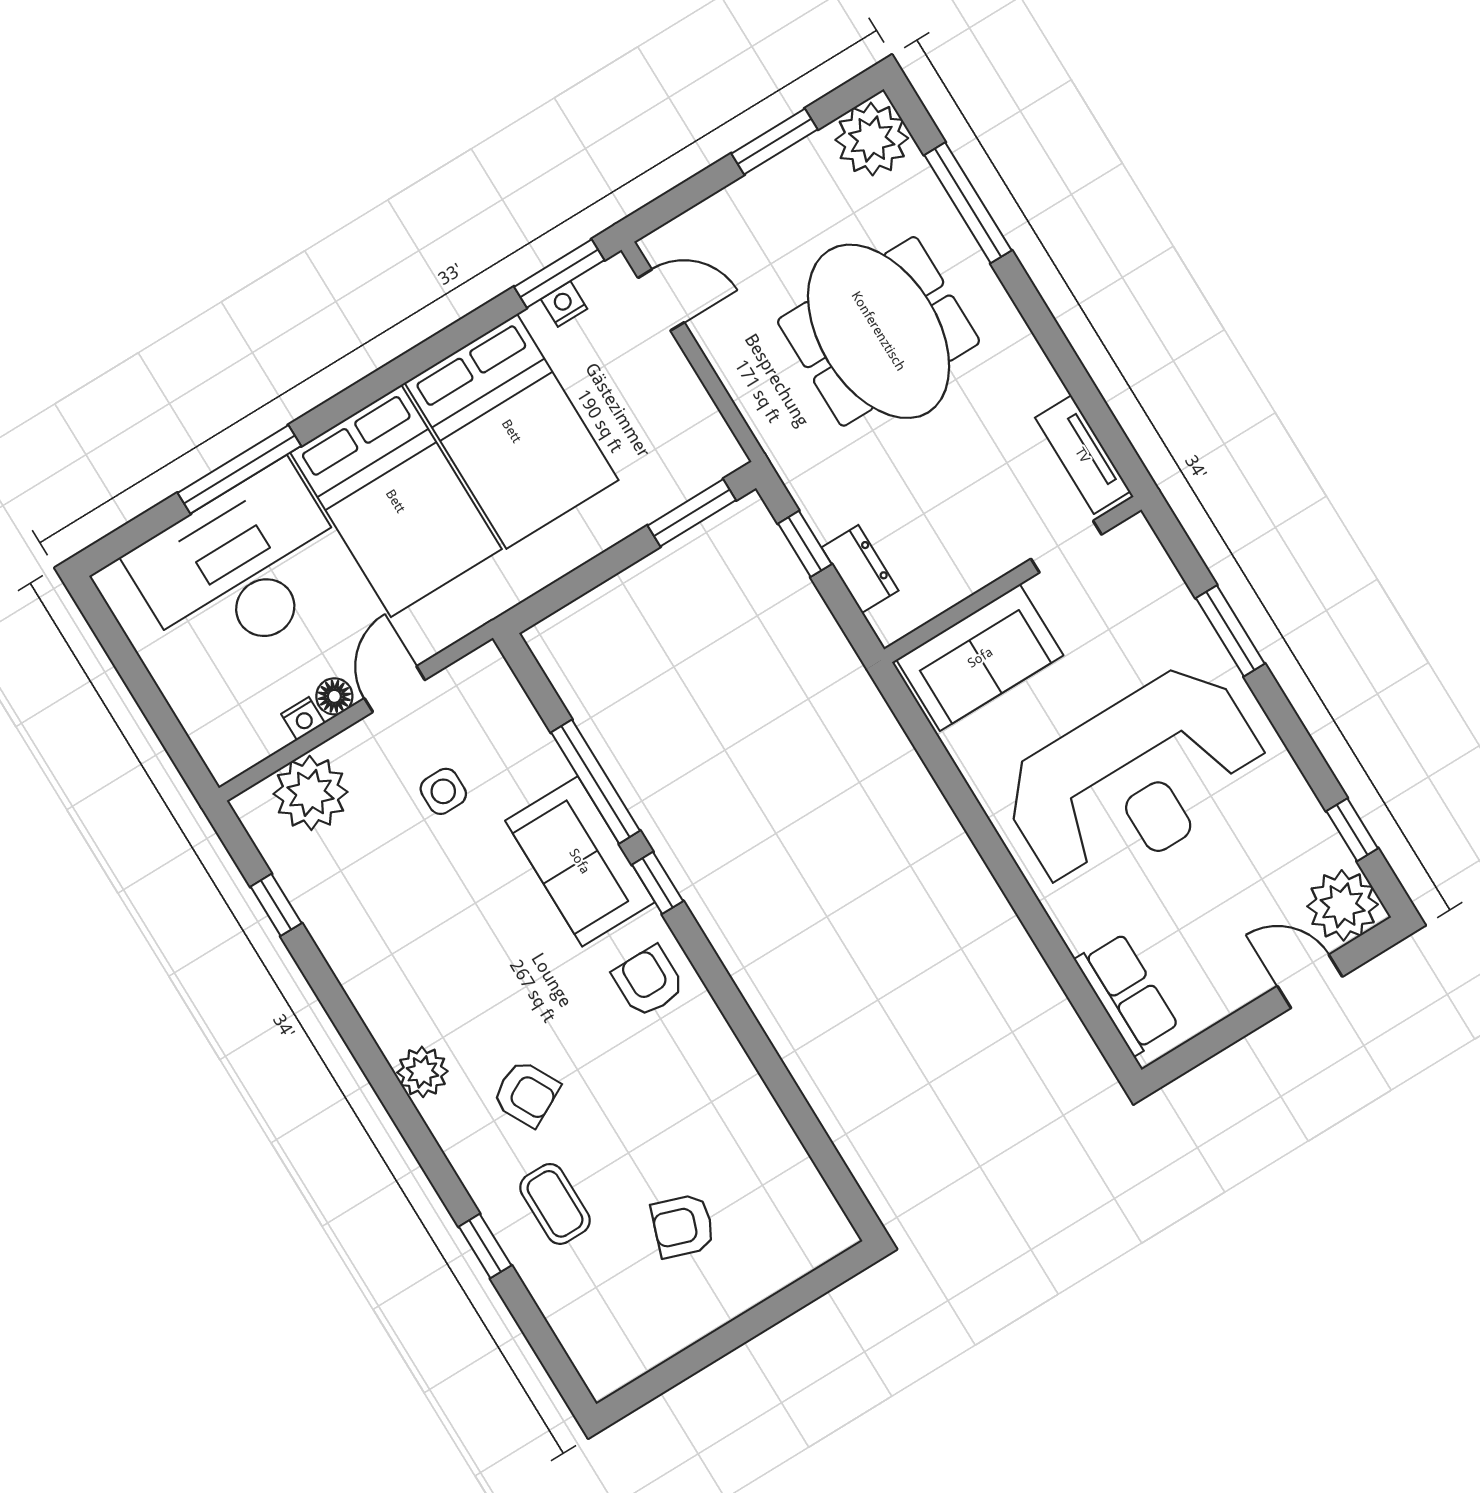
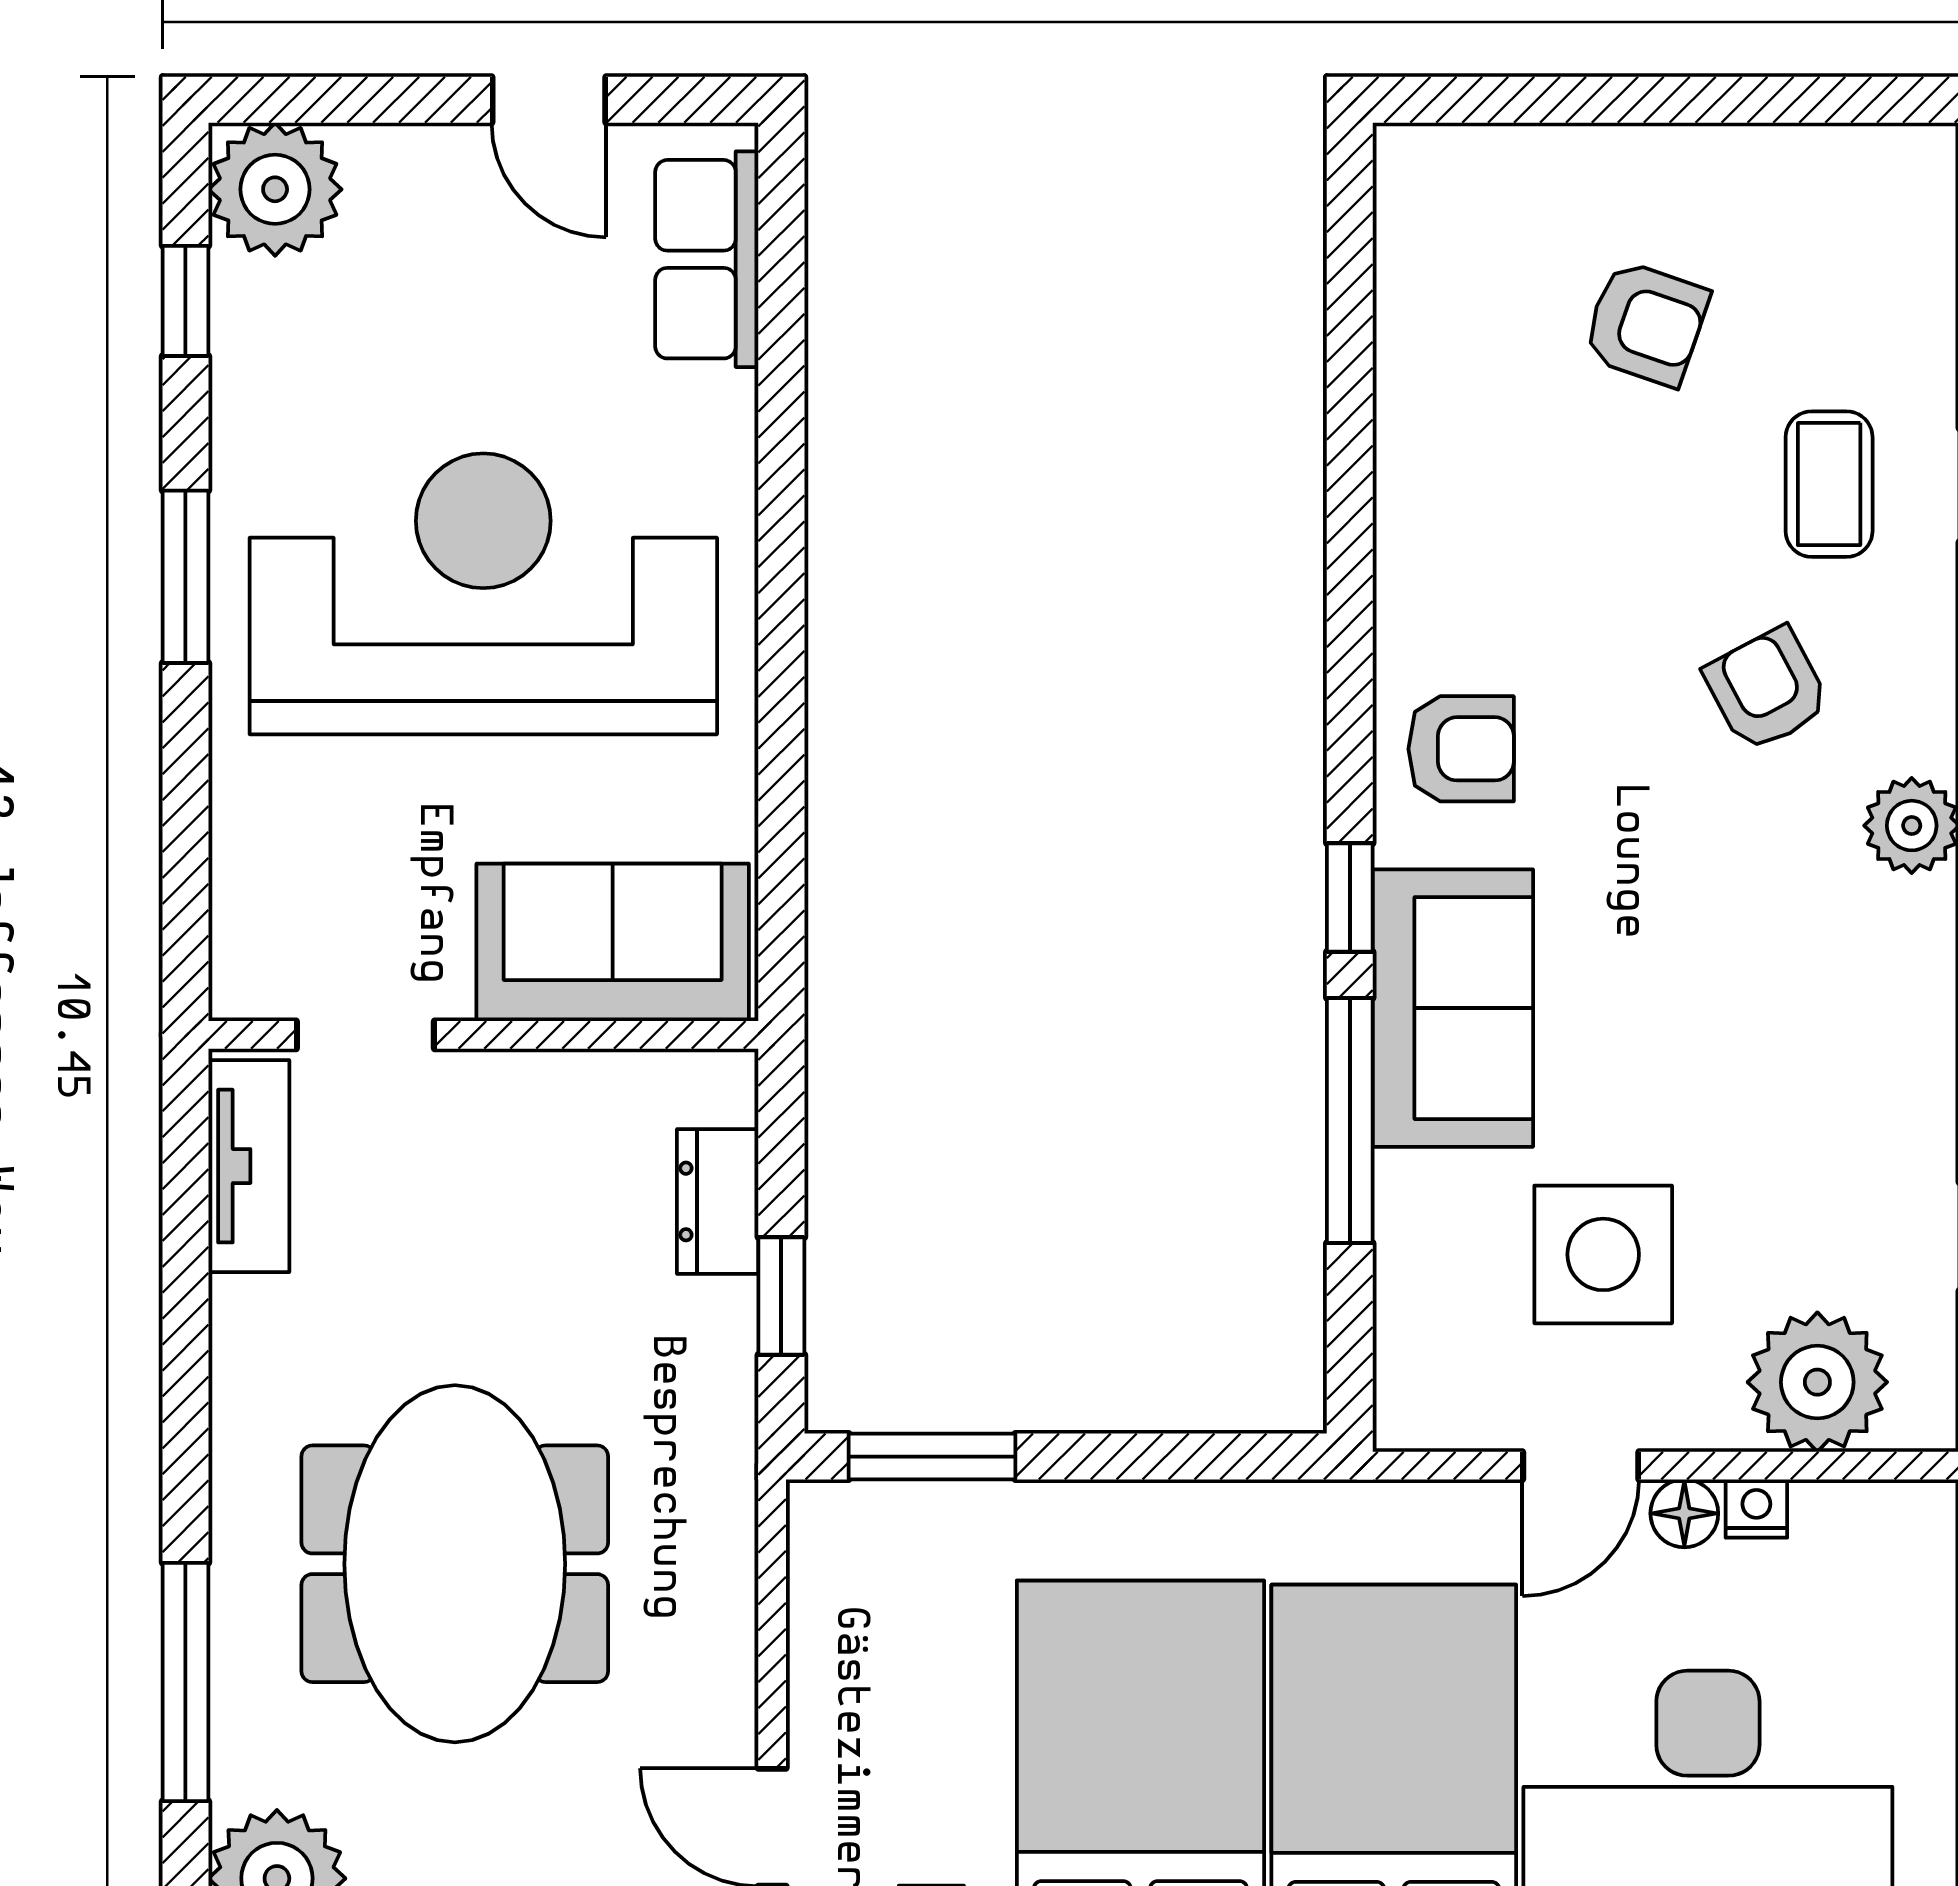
window: (1230, 631) -> (185, 577), moved
side table: (443, 791) -> (1603, 1254), width x1.87, depth x1.87
armchair: (648, 981) -> (1461, 749), turned -90
door: (1310, 981) -> (549, 100), moved

